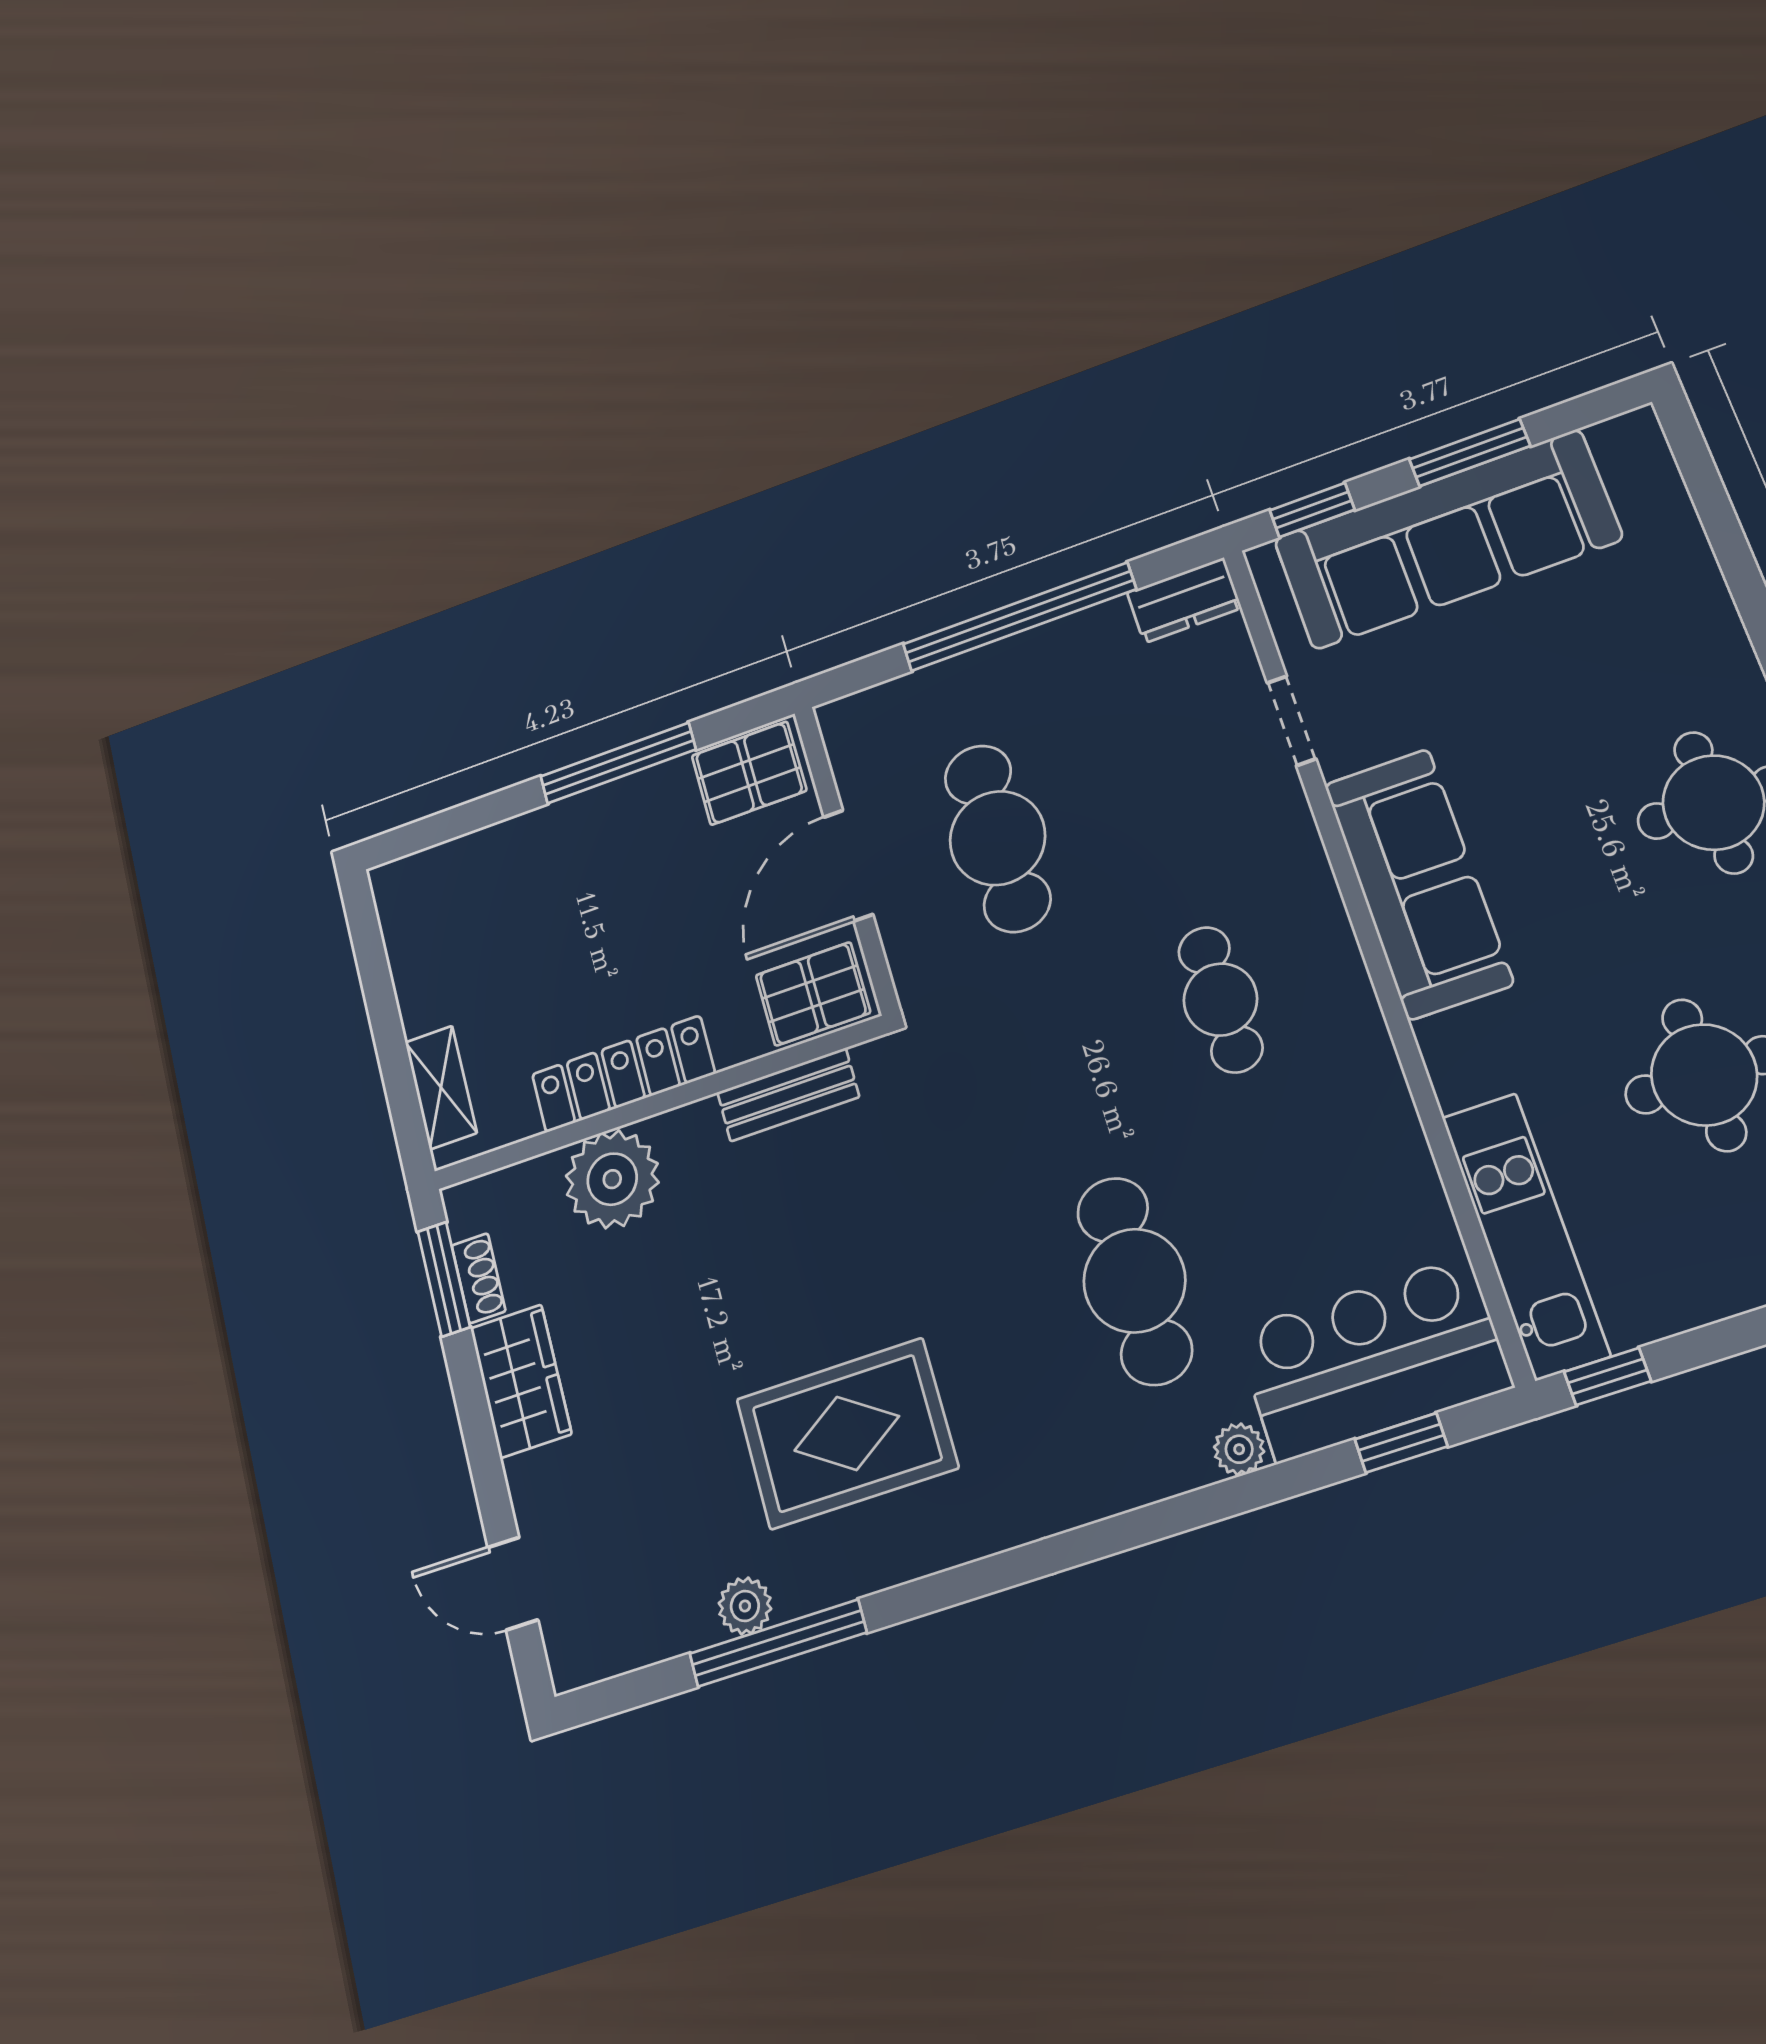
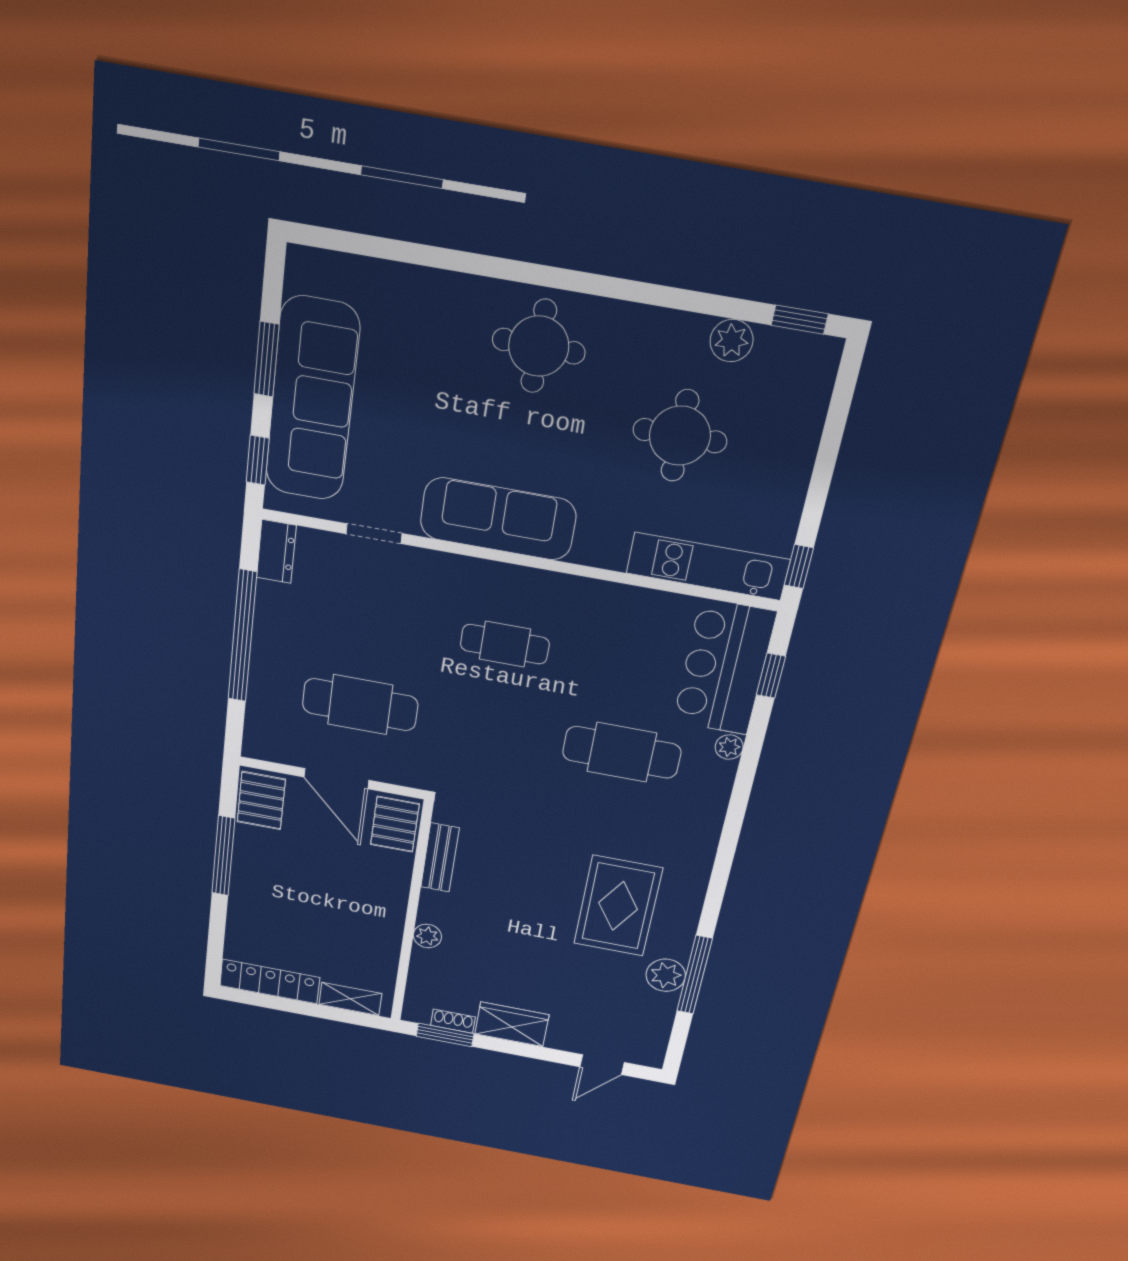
locker: (623, 1074) -> (270, 982), moved, turned 90
plant: (612, 1179) -> (427, 936), width x0.53, depth x0.53
plant: (745, 1606) -> (666, 975), width x1.38, depth x1.38

